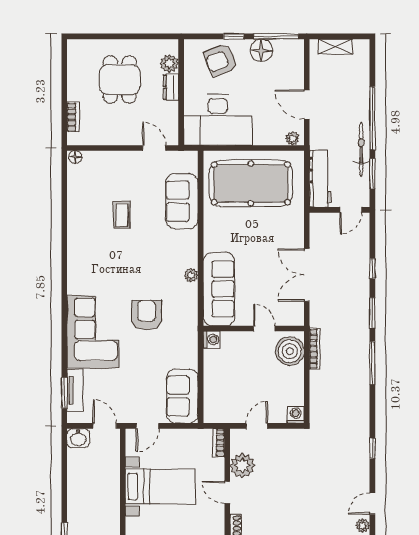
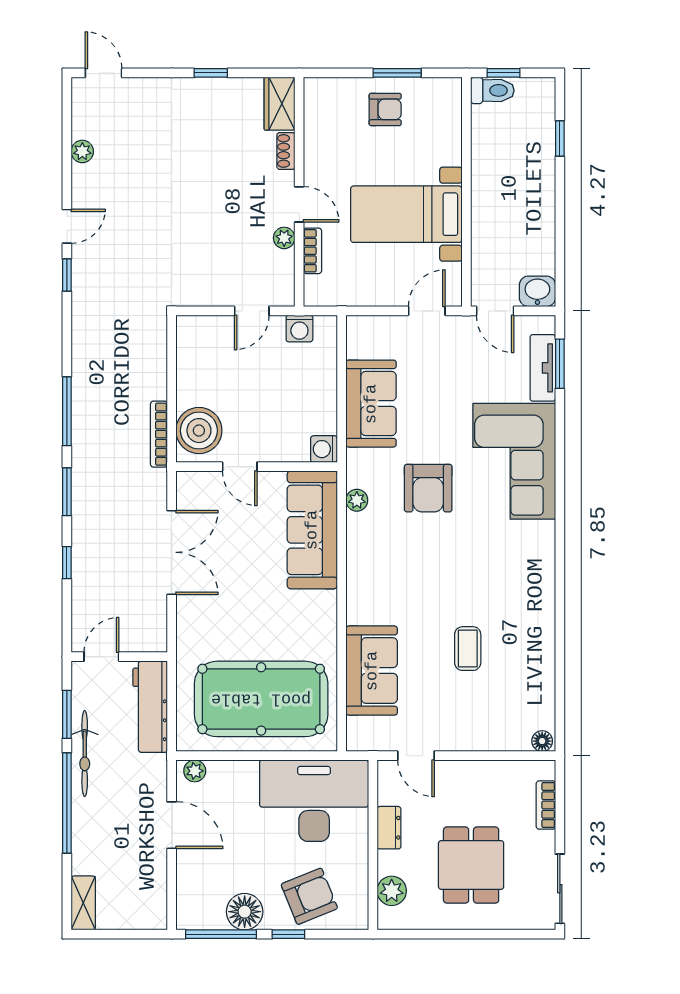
shelving: (335, 47) -> (83, 903), moved, turned 90
sliding door: (64, 65) -> (560, 889), added
dresser: (171, 87) -> (389, 828), moved
plant: (191, 275) -> (357, 500), moved
sofa: (182, 396) -> (371, 404), moved
washing machine: (296, 415) -> (299, 328), moved
bookcase: (219, 443) -> (312, 251), moved
plant: (242, 466) -> (284, 238), width x0.53, depth x0.53
door: (372, 504) -> (67, 226), moved

